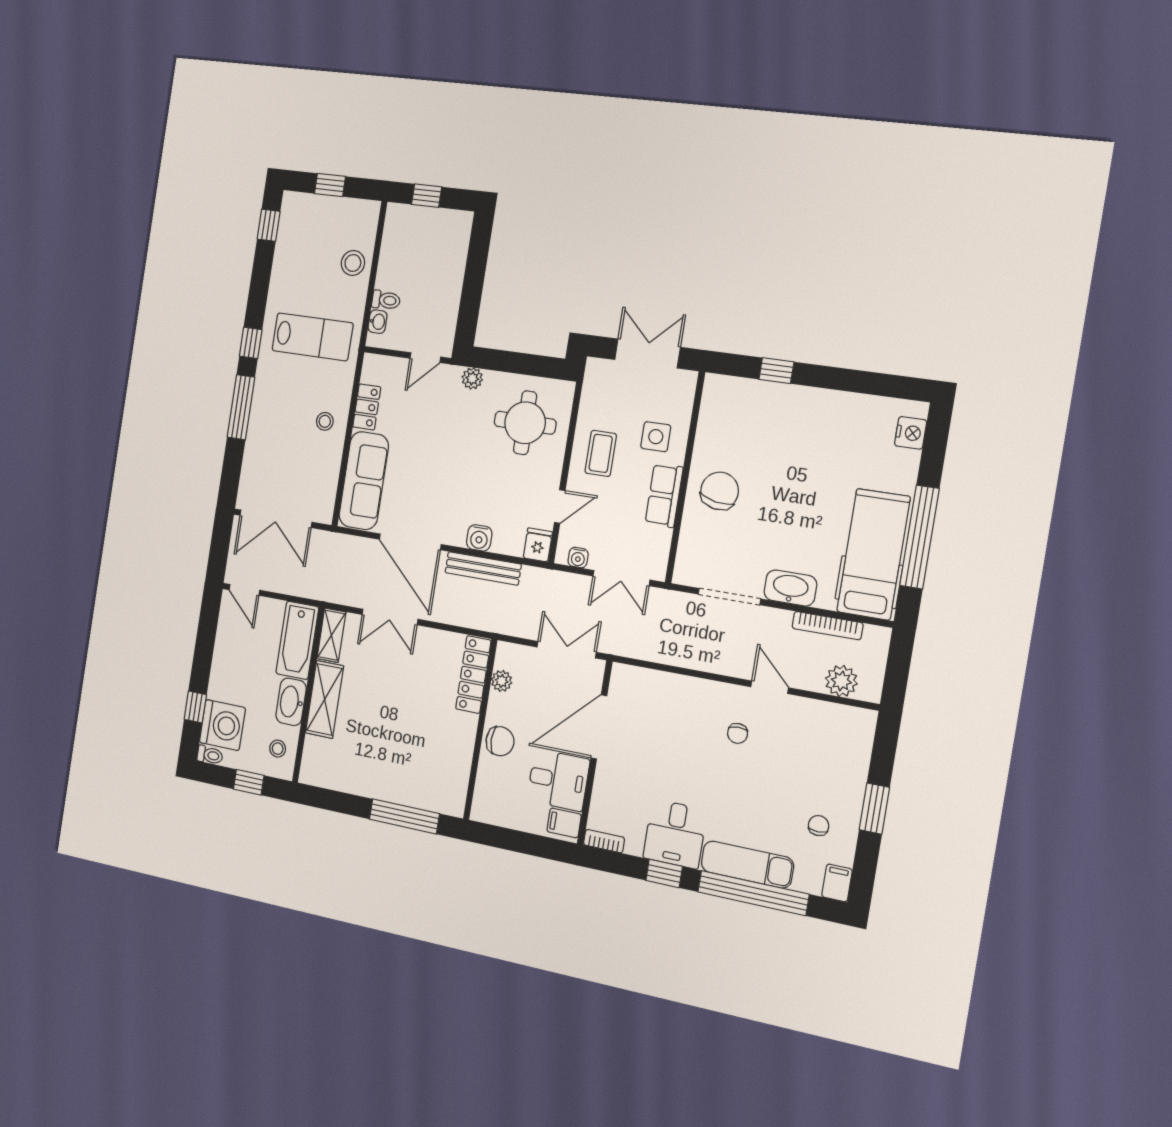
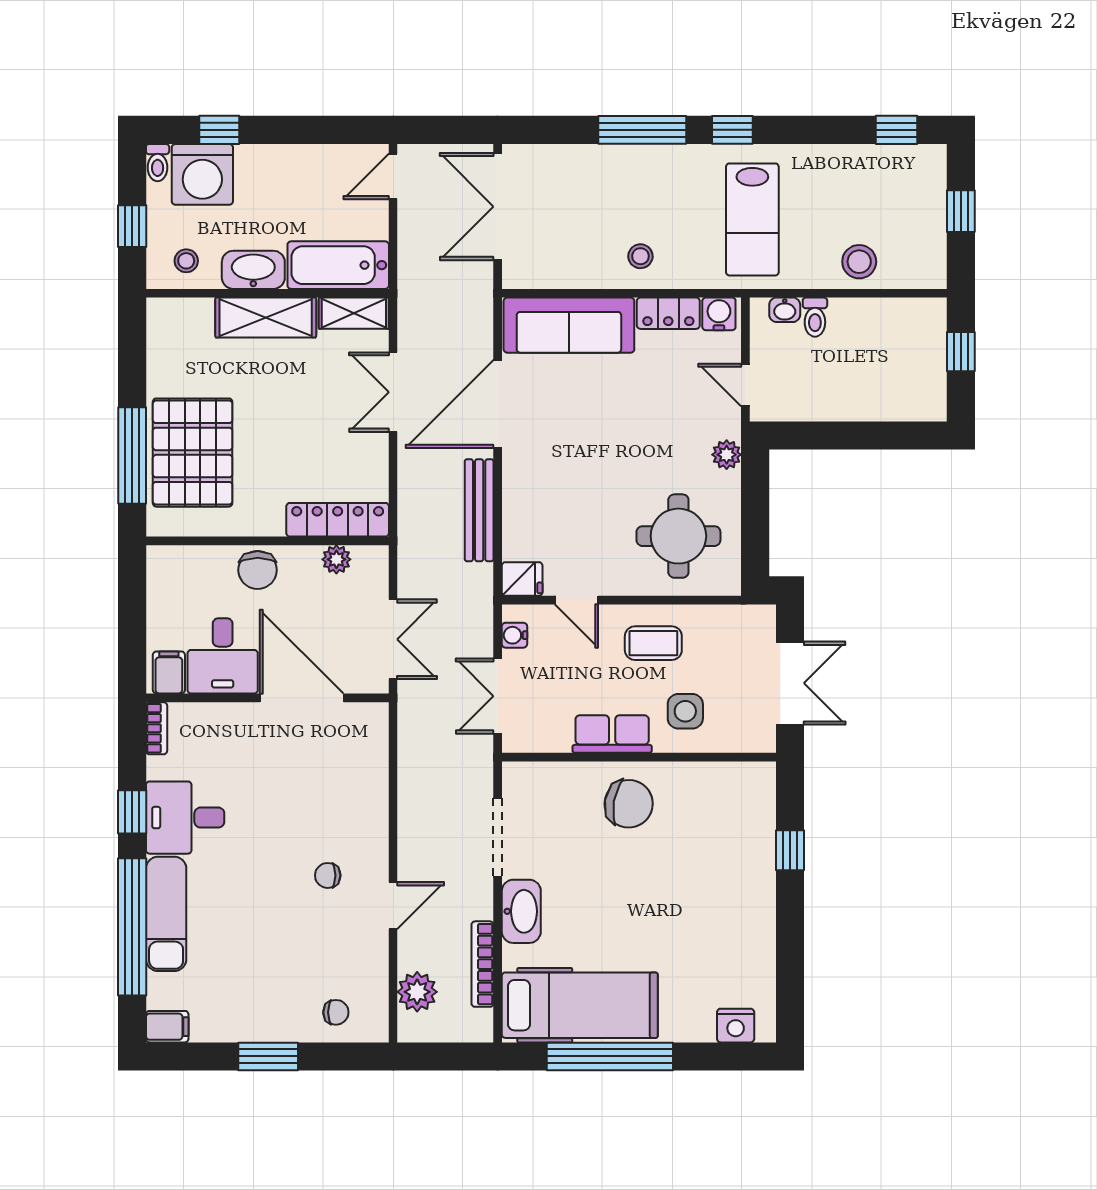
water cooler: (479, 538) -> (719, 314), moved, turned 90
pallet: (409, 772) -> (193, 453), added
chair: (819, 826) -> (336, 1012), moved

